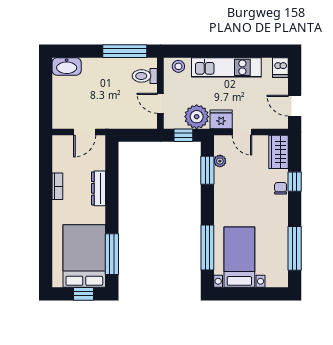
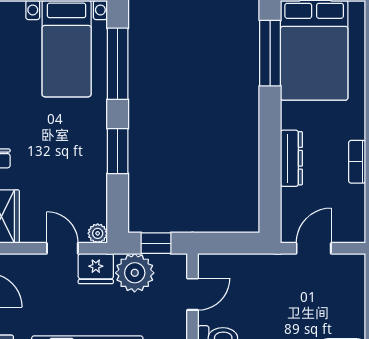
door: (160, 103) -> (193, 294), hinge flipped
plant: (220, 161) -> (98, 233), moved
window: (207, 170) -> (118, 151), moved

